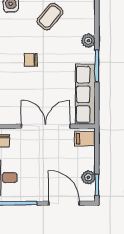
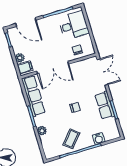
plant: (88, 177) -> (20, 58), moved

